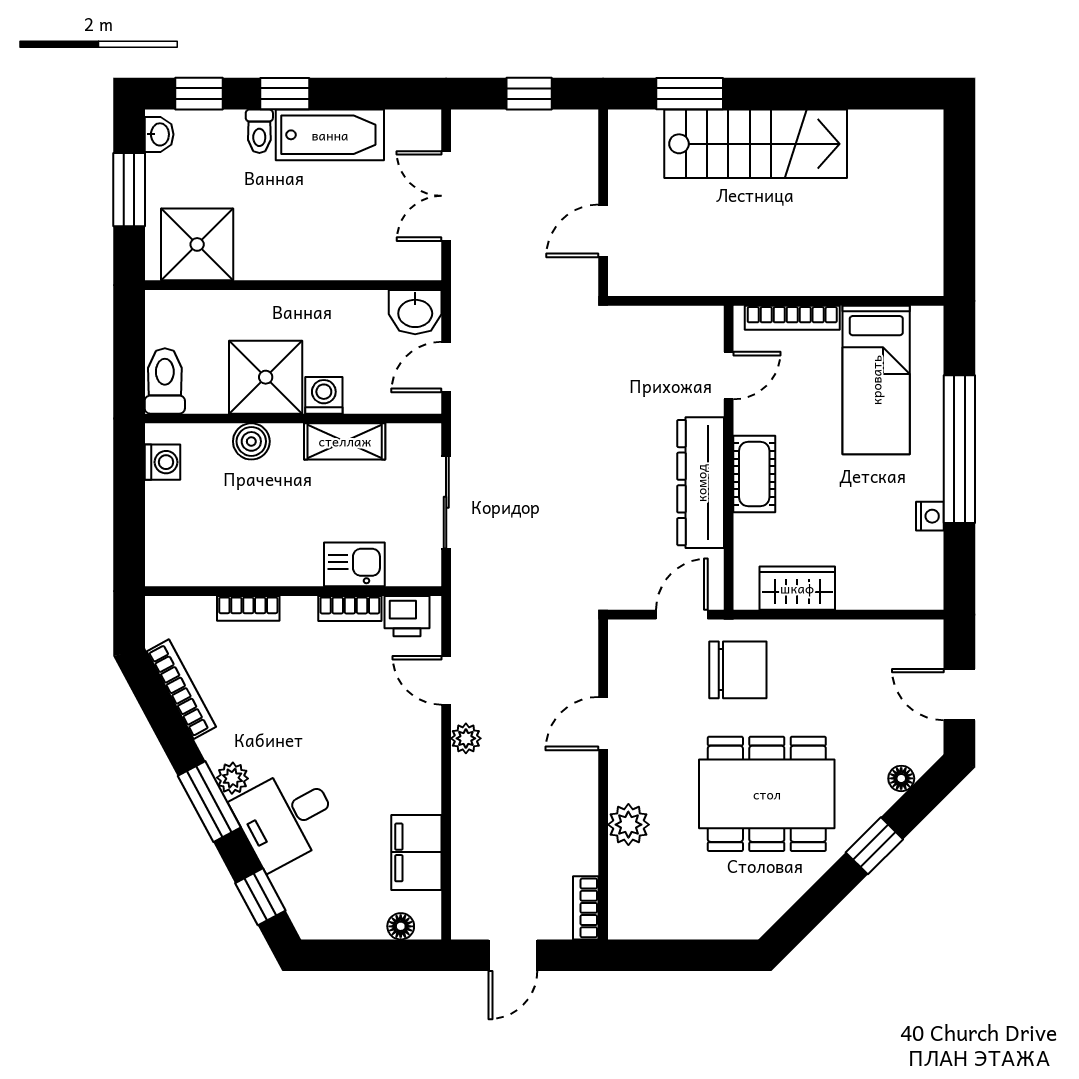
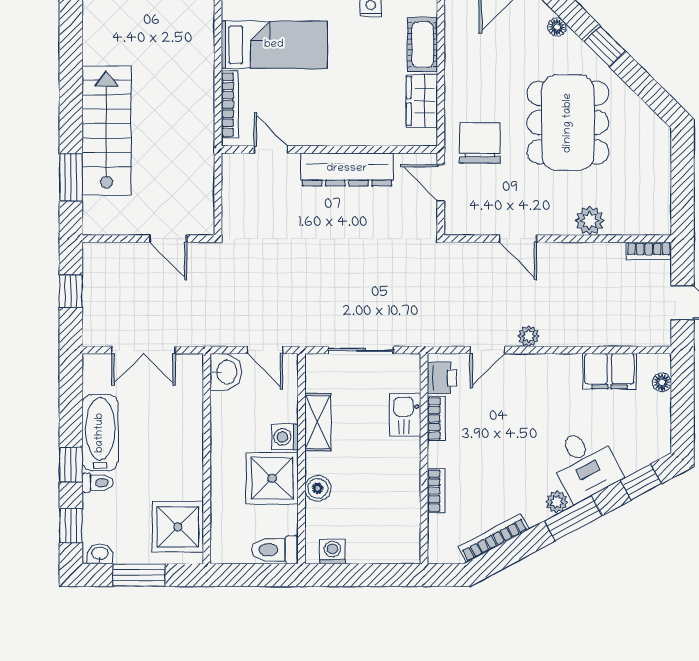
cot: (754, 474) -> (423, 45), moved, turned 90

